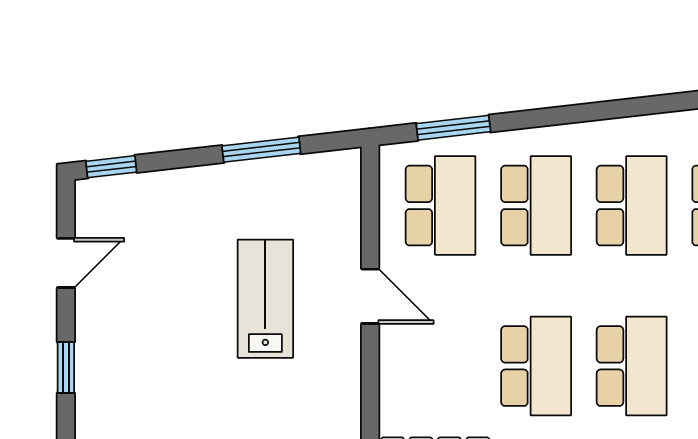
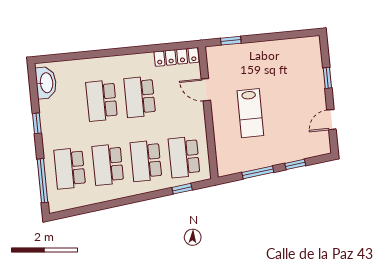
window: (453, 128) -> (182, 189), width x0.67
window: (111, 167) -> (295, 164), moved
door: (370, 296) -> (206, 90), moved

